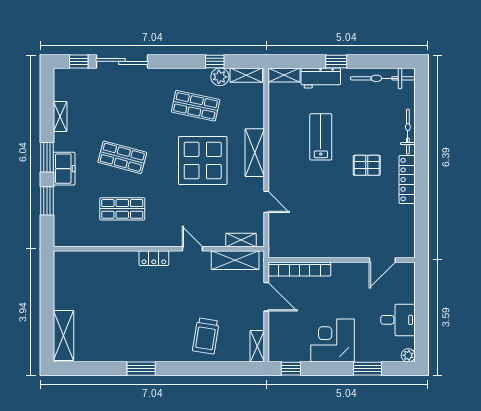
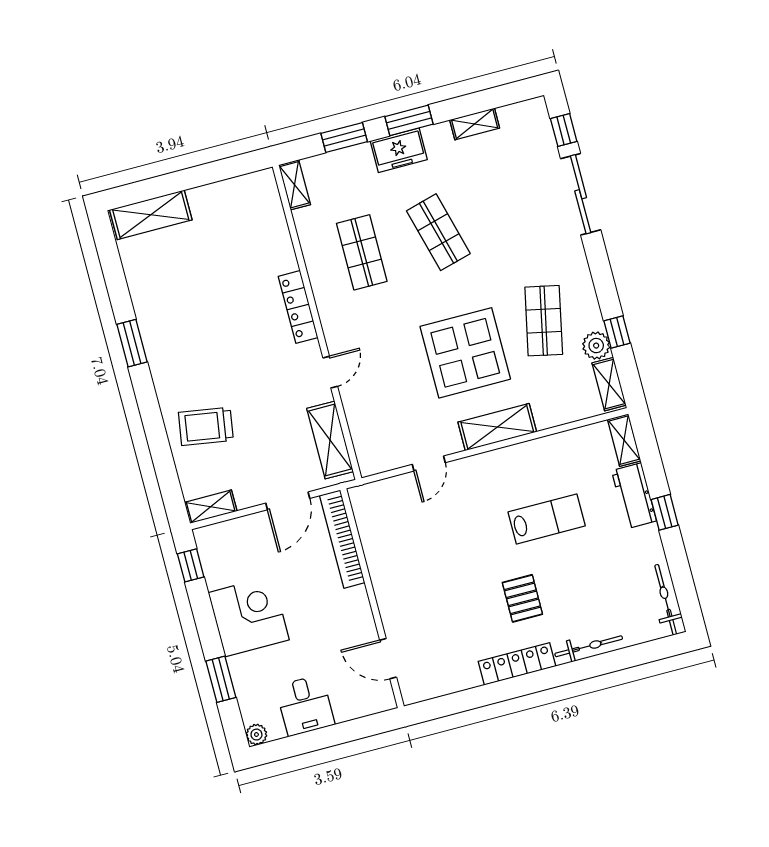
bicycle: (383, 78) -> (666, 600), width x0.73, depth x0.71
shop shelf: (122, 157) -> (438, 232), turned -30
shelving: (241, 240) -> (295, 185), moved
locker: (154, 258) -> (298, 307), width x1.53

